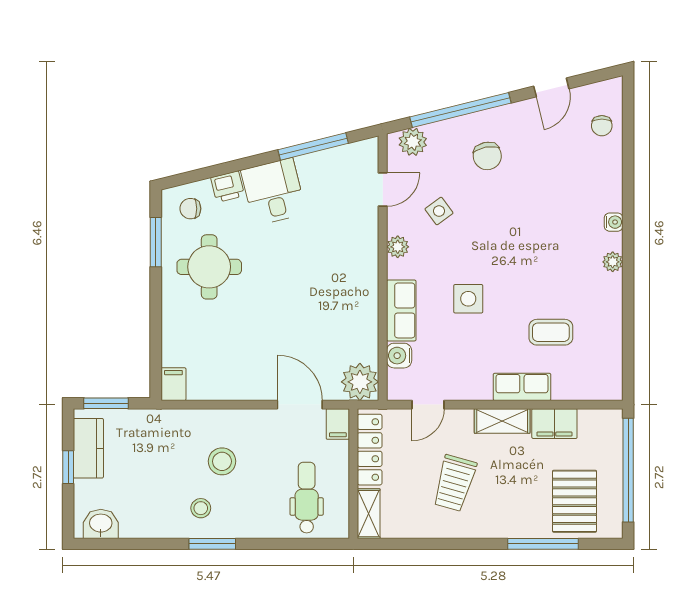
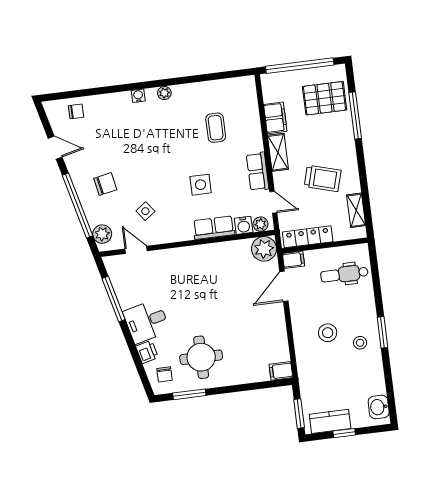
plant: (398, 247) -> (261, 224), moved
row of seats: (522, 387) -> (258, 171), moved
shelving: (369, 514) -> (356, 210), moved, turned 90

